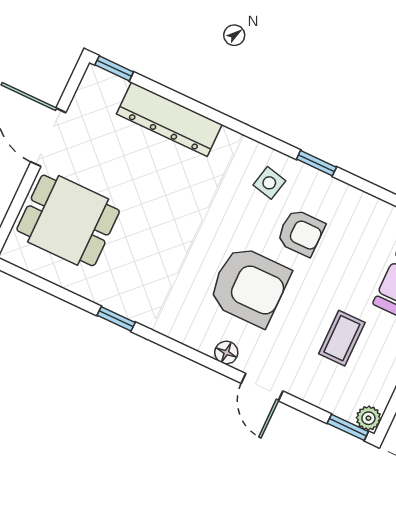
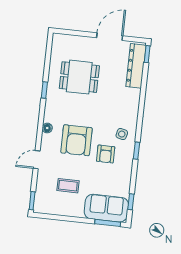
dresser: (169, 119) -> (136, 66), moved
dining table: (68, 220) -> (79, 77), moved, turned 90
floor lamp: (226, 353) -> (47, 128), moved
plant: (368, 418) -> (39, 208), removed

